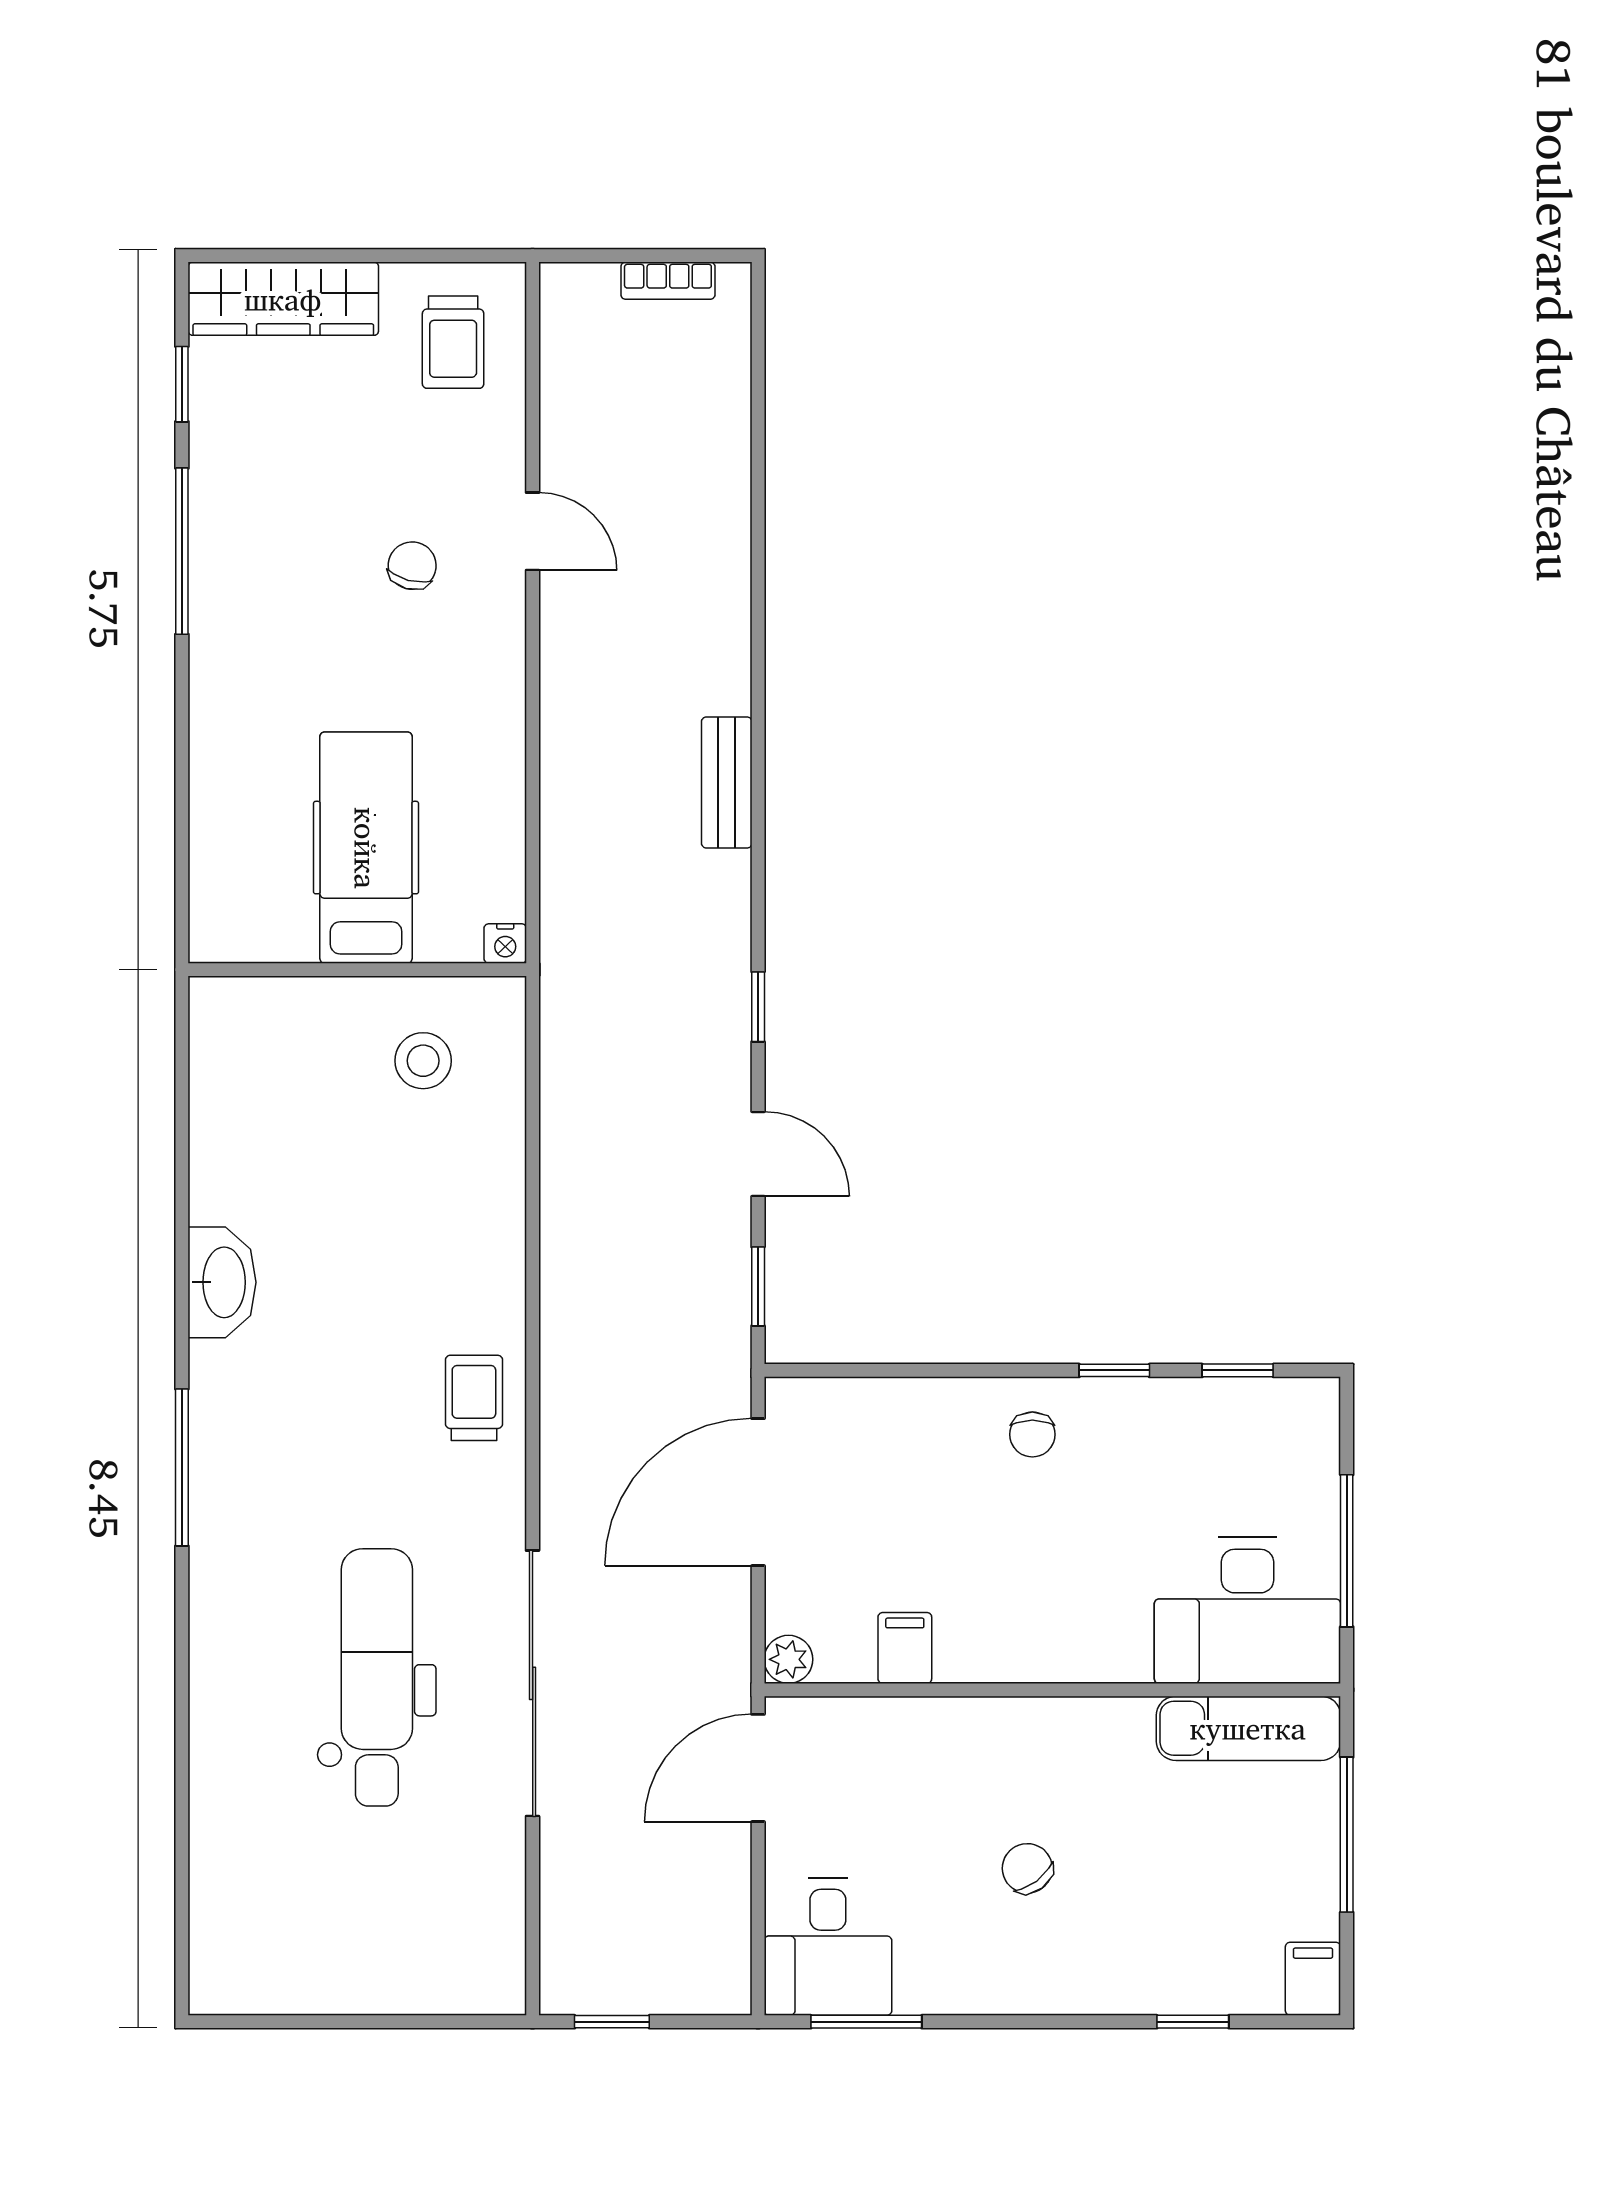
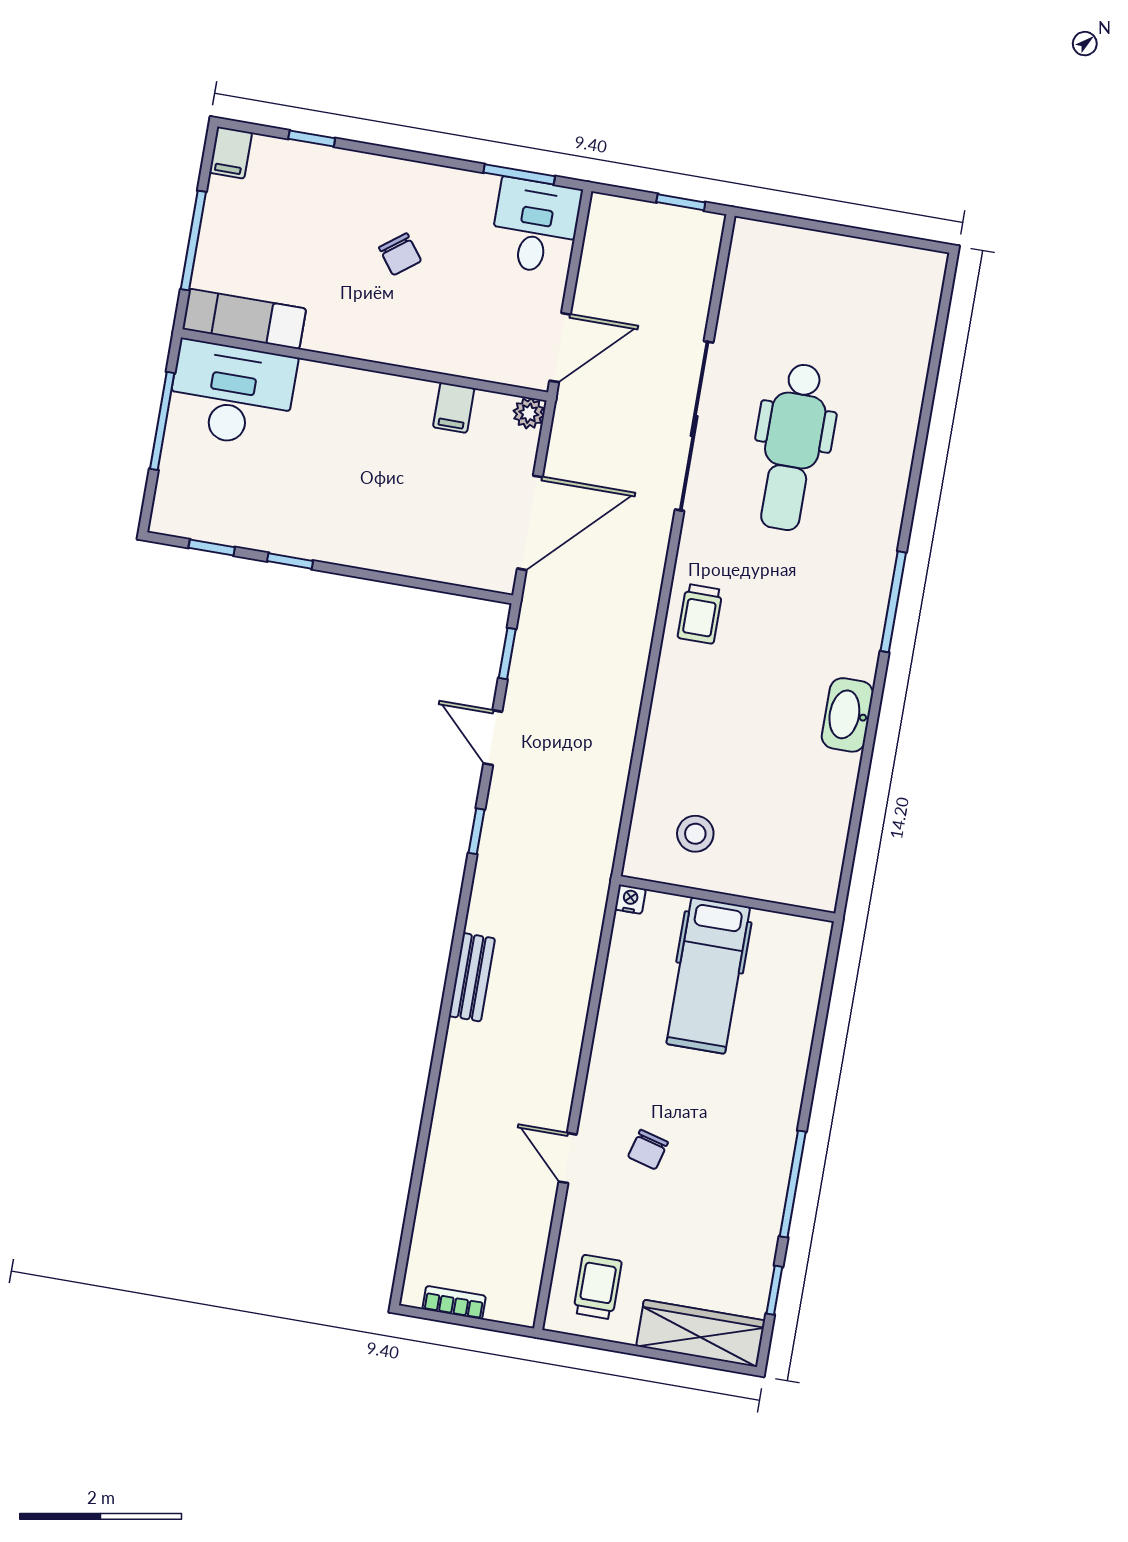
chair: (1032, 1434) -> (349, 529), removed

